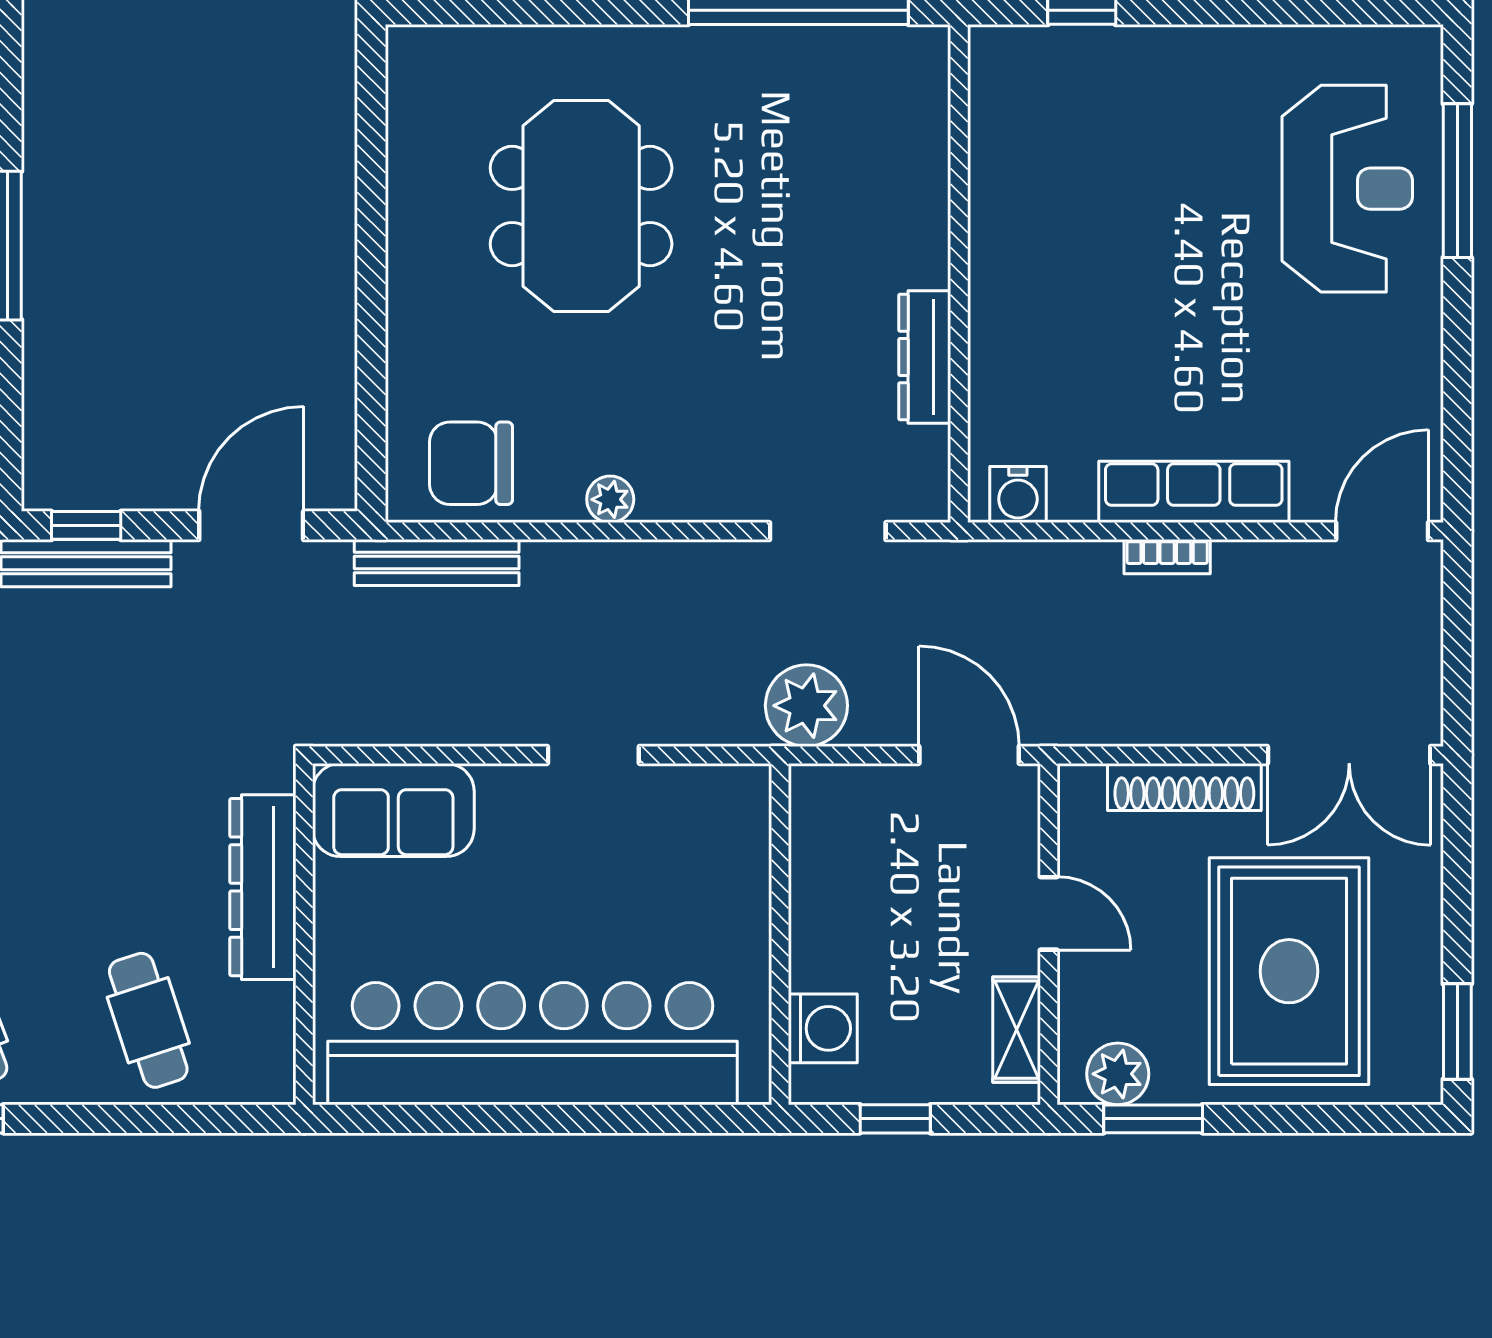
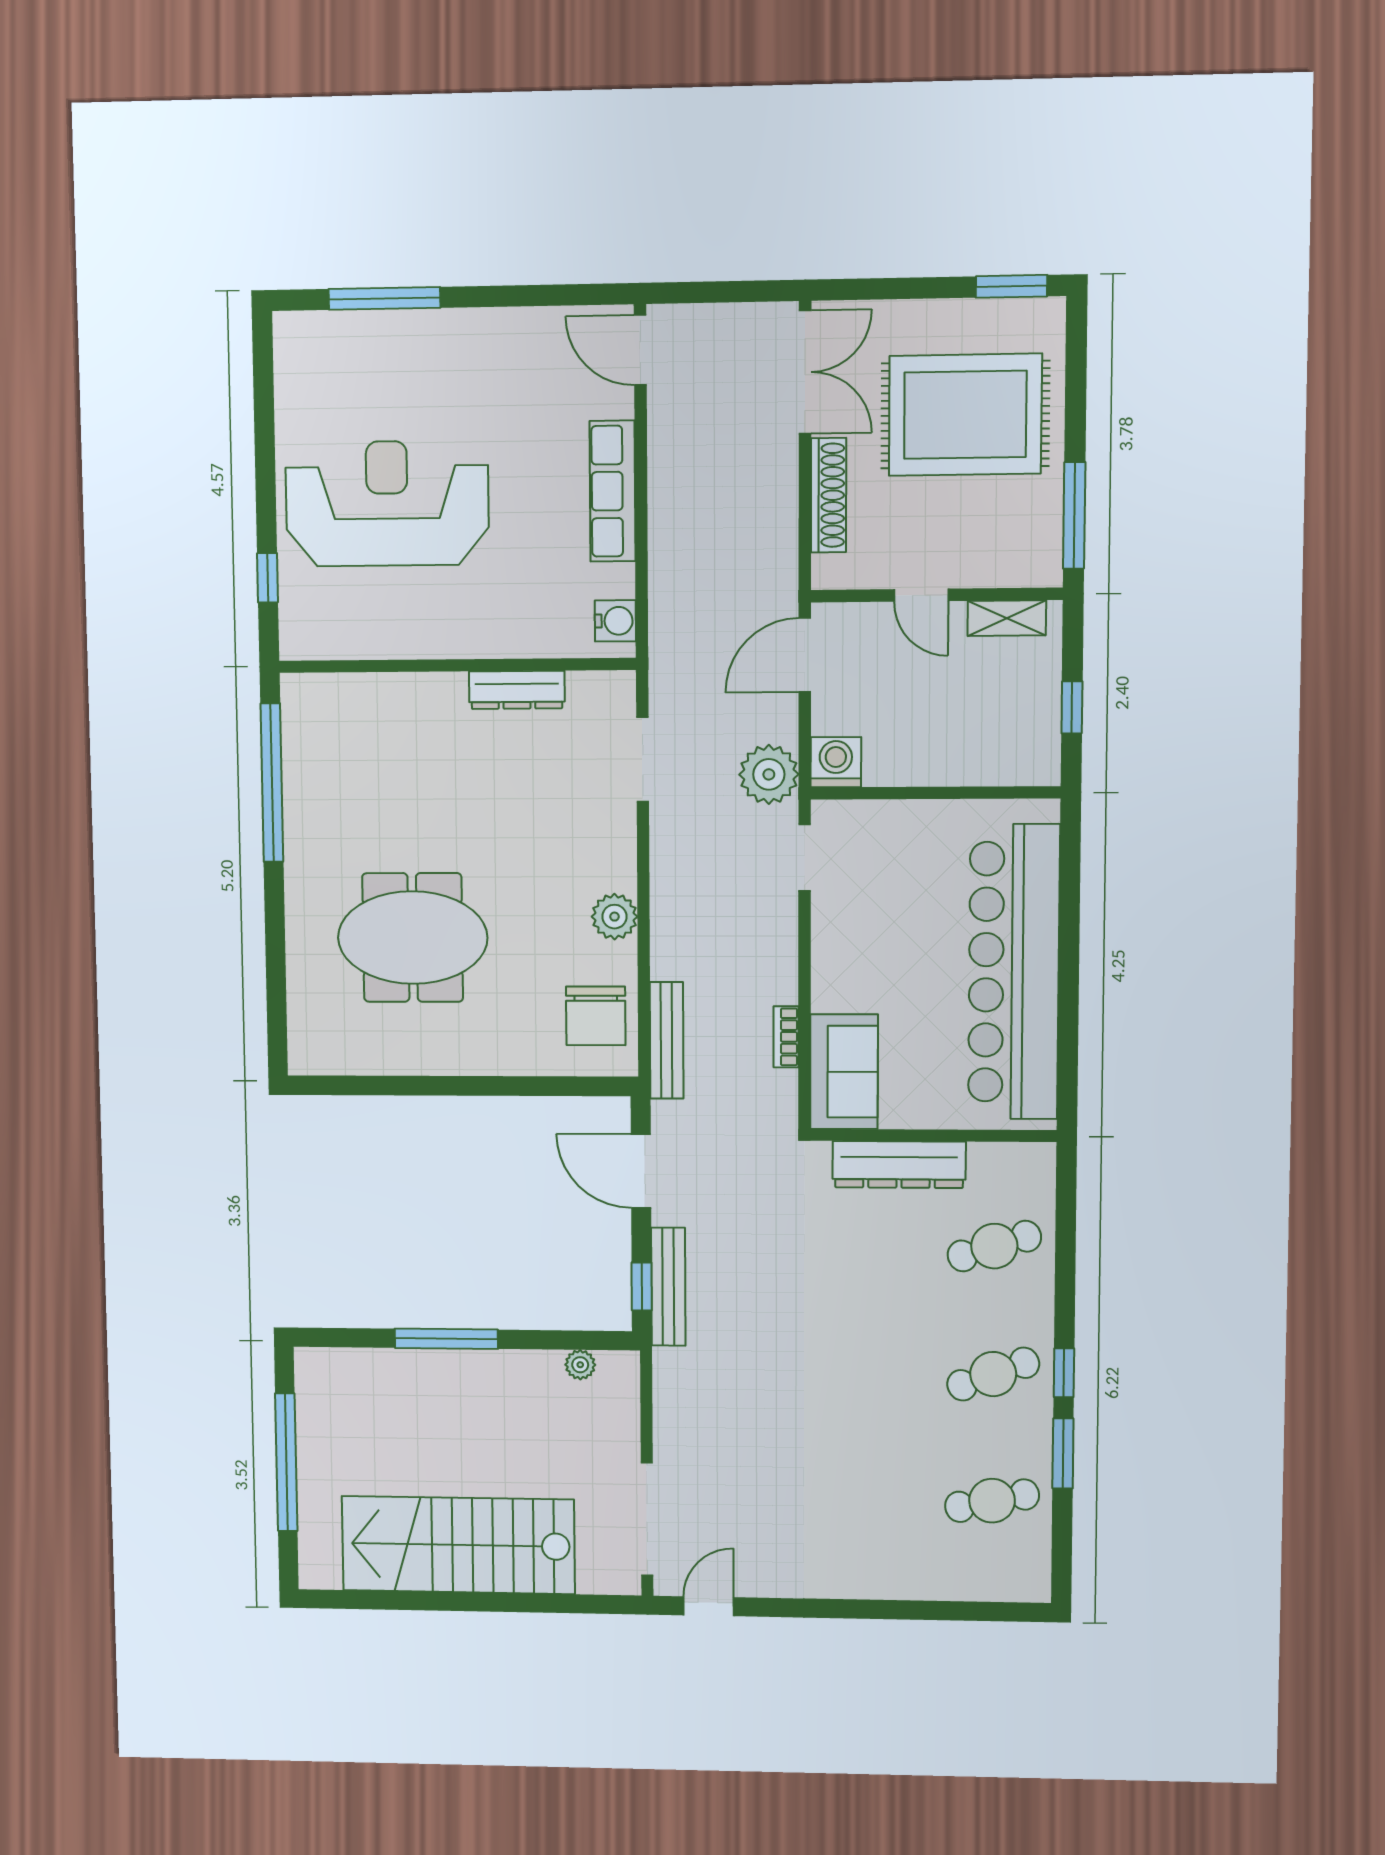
reception desk: (1347, 189) -> (387, 504), moved, width x1.36, depth x1.30
plant: (610, 499) -> (614, 917), width x1.38, depth x1.38
bookcase: (1167, 557) -> (786, 1037), moved, turned 180
doorway: (593, 755) -> (805, 858), moved
door: (1049, 913) -> (921, 595), swing flipped
washing machine: (823, 1028) -> (836, 762), moved
plant: (1118, 1074) -> (1040, 542), removed
window: (1153, 1119) -> (1074, 515), width x1.44

